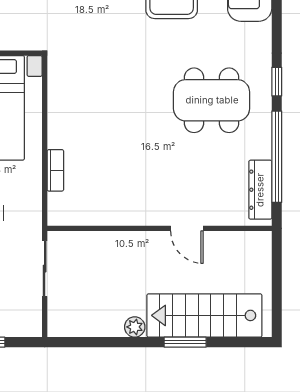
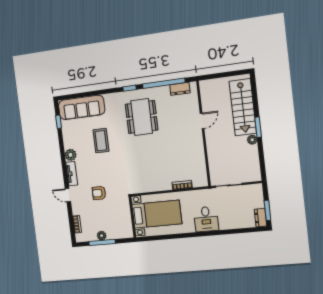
dresser: (260, 190) -> (180, 89), width x0.70
window: (185, 342) -> (258, 127), moved

